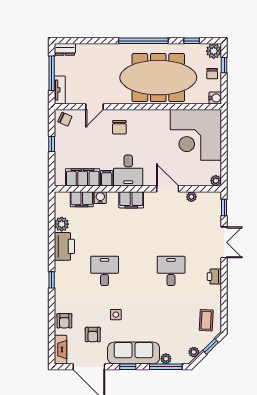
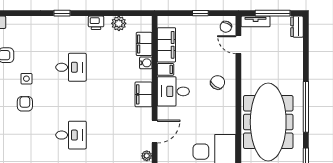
door: (94, 107) -> (238, 45), moved
chair: (119, 127) -> (218, 82), turned 125
printer: (64, 246) -> (96, 23), width x0.53, depth x0.68
armchair: (64, 321) -> (25, 104), moved, turned 90

